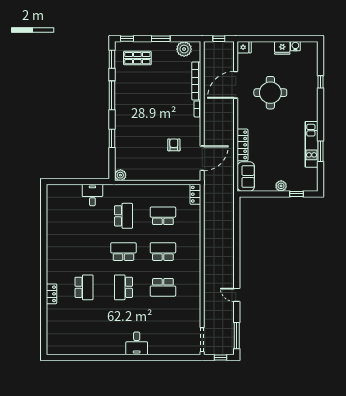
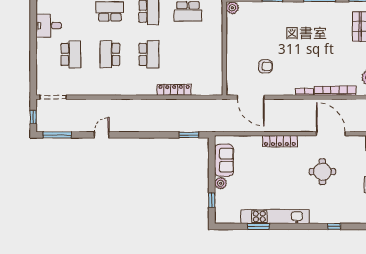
round table: (270, 93) -> (322, 172), width x0.73, depth x0.73
kitchen unit: (312, 144) -> (275, 217), width x1.36
locker: (242, 145) -> (280, 141), moved
sofa: (246, 176) -> (224, 160), moved, turned -90
locker: (195, 194) -> (174, 90), moved, width x1.53
window: (237, 215) -> (189, 135), added
school desk: (163, 216) -> (71, 54), moved

